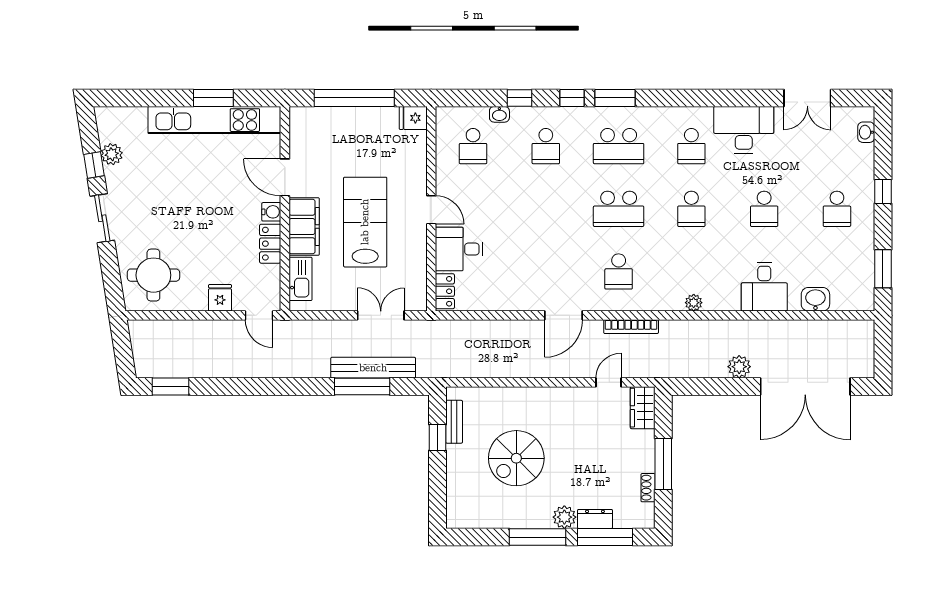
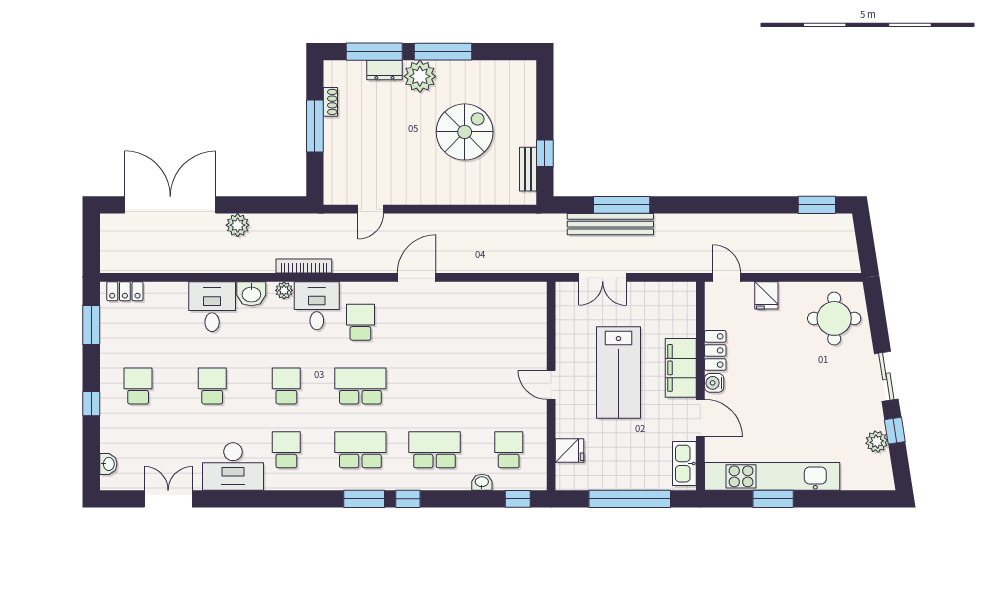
window: (519, 98) -> (518, 499), moved
fridge: (413, 118) -> (570, 451), moved
school desk: (546, 146) -> (435, 450), width x1.85
desk: (459, 249) -> (317, 306), moved, turned -90
kitchen sink: (301, 279) -> (684, 464), moved
locker: (445, 291) -> (125, 291), moved, turned -90
washbasin: (815, 299) -> (251, 294), moved
bookcase: (631, 327) -> (304, 266), moved
wardrobe: (643, 408) -> (336, 183), removed
plant: (564, 517) -> (420, 76), width x1.36, depth x1.36

